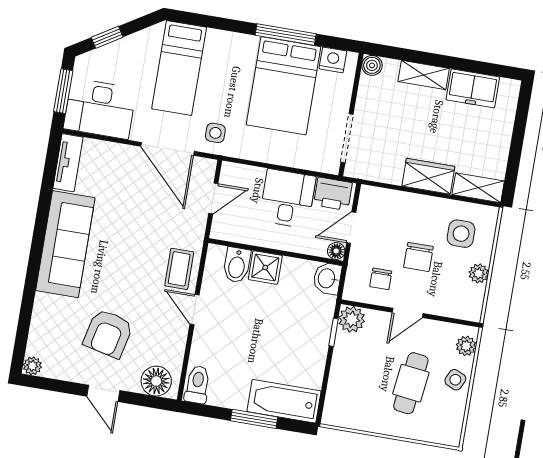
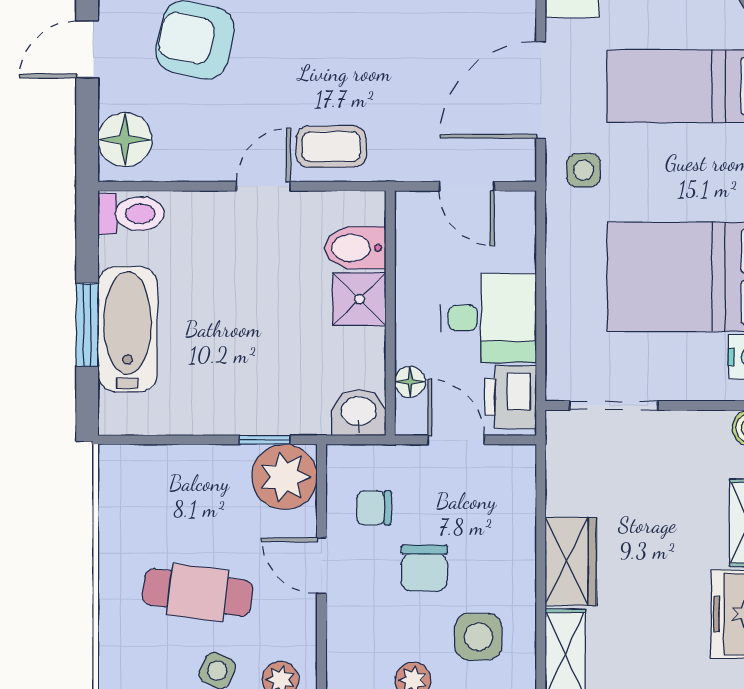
floor lamp: (336, 251) -> (410, 382), moved
chair: (418, 257) -> (424, 568), turned -90
plant: (352, 319) -> (285, 477), width x1.36, depth x1.36
bathtub: (284, 401) -> (128, 329), moved

